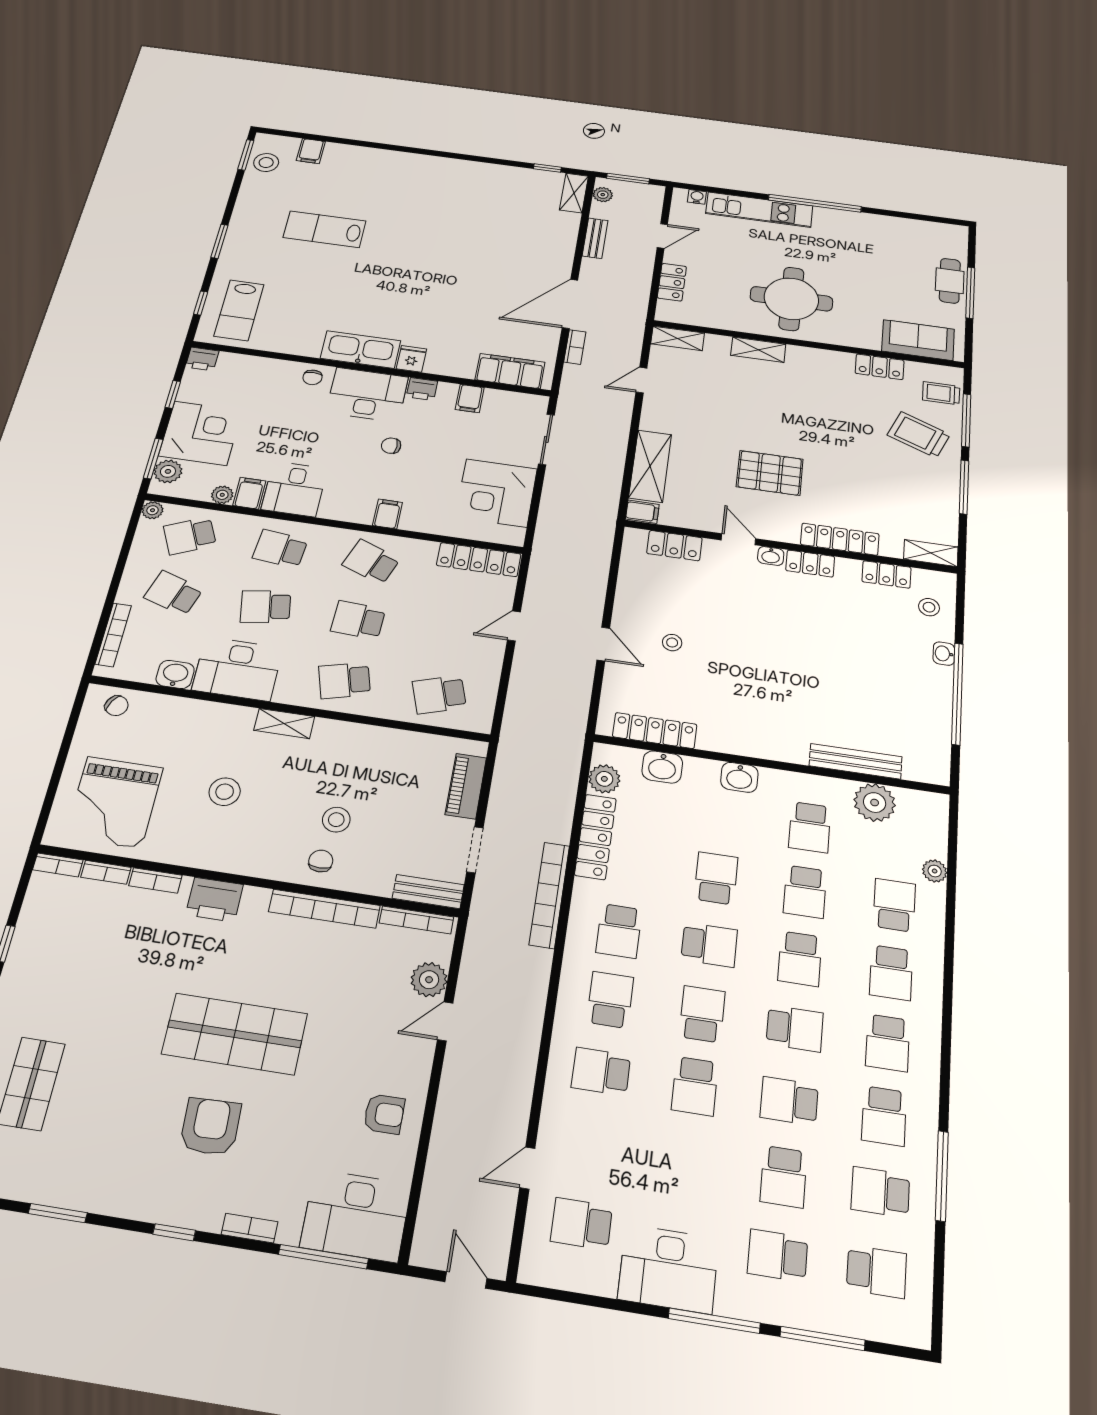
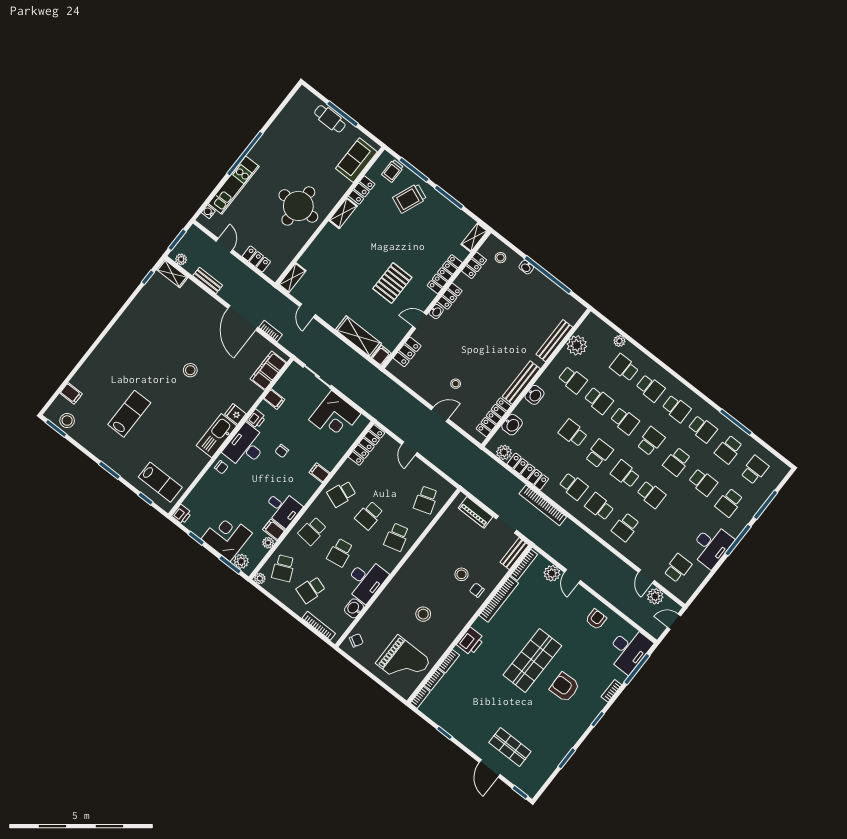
lab bench: (325, 229) -> (129, 414), turned 180
stool: (443, 274) -> (190, 370), added
shelving: (758, 350) -> (343, 213), moved
shelving: (284, 723) -> (404, 573), removed
bench: (746, 745) -> (521, 383), added
plant: (497, 1209) -> (655, 596), added
school desk: (581, 1224) -> (678, 568), turned 180

